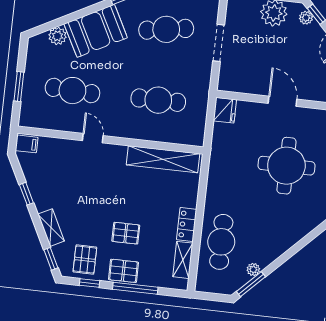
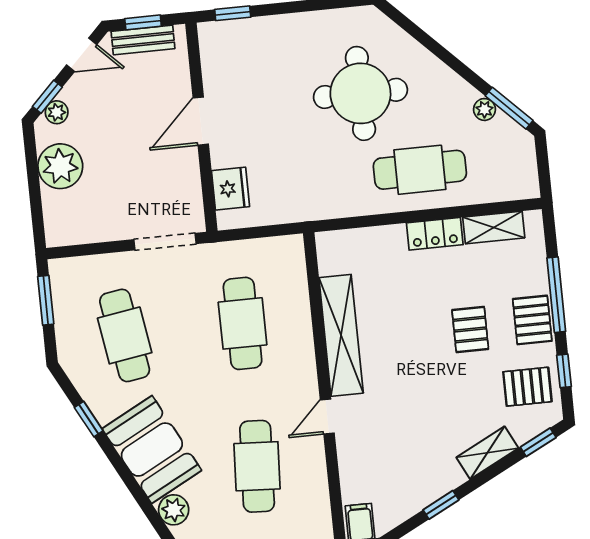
doorway: (219, 43) -> (165, 242), moved
fridge: (225, 110) -> (230, 189), moved, turned 90
shelving: (163, 159) -> (341, 335), moved
round table: (286, 166) -> (360, 93), moved
cafe table: (221, 242) -> (420, 170), moved

